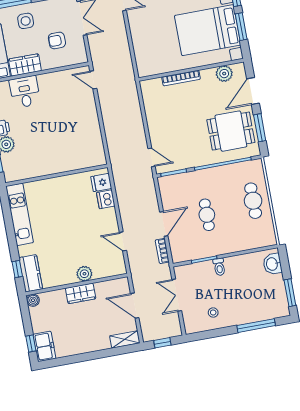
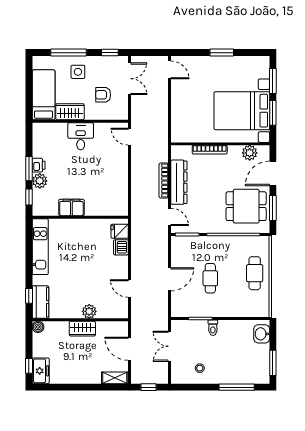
desk: (25, 92) -> (81, 136), moved
dresser: (155, 119) -> (179, 182), added
filing cabinet: (45, 167) -> (71, 207), added
bookcase: (162, 251) -> (164, 180), moved, width x1.56

